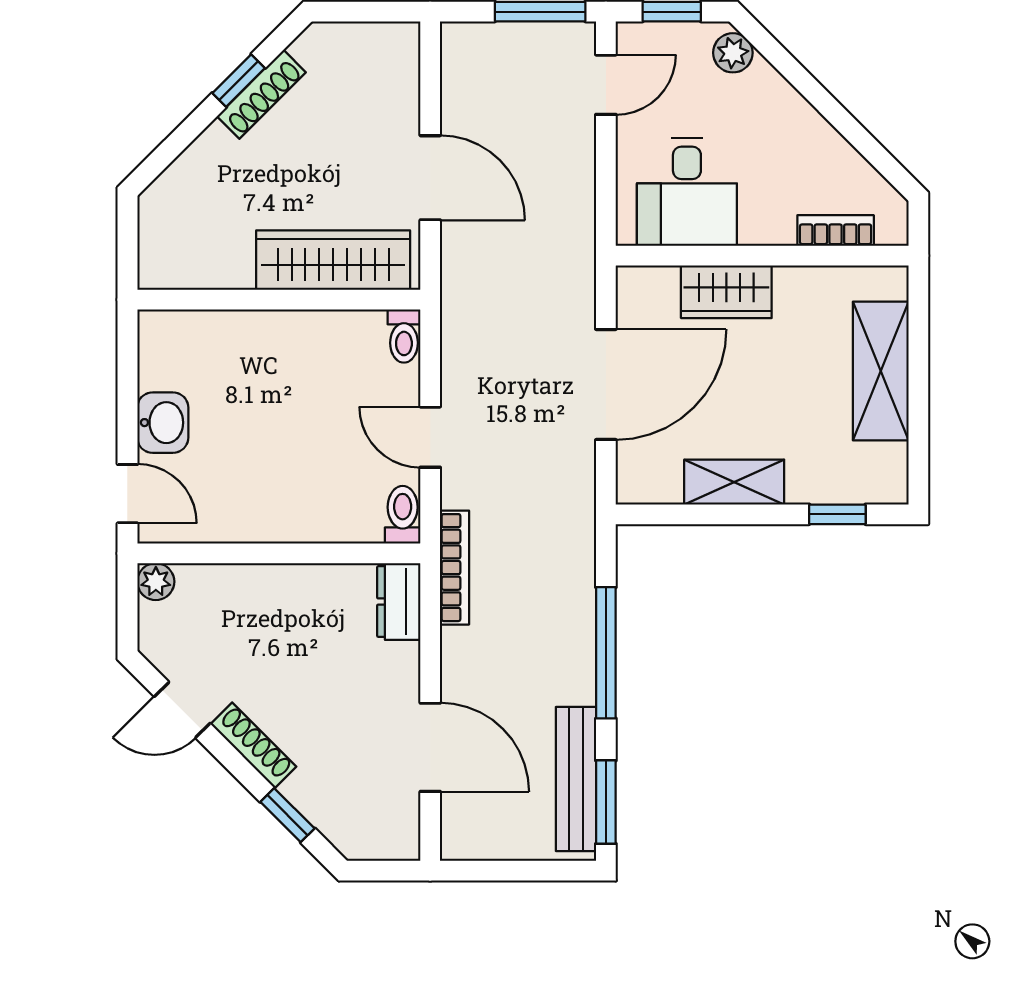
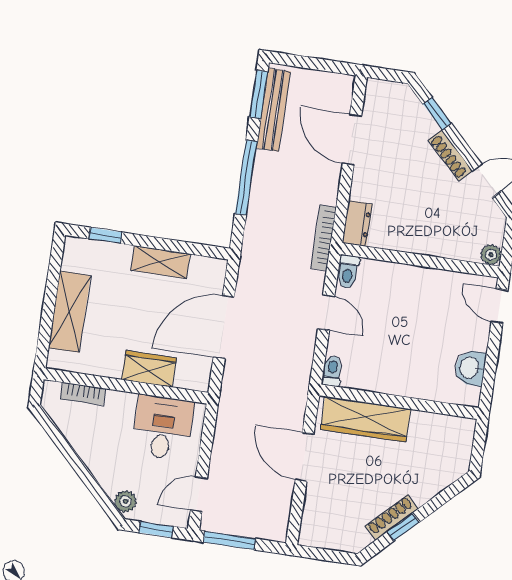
washbasin: (163, 423) -> (470, 368), moved

